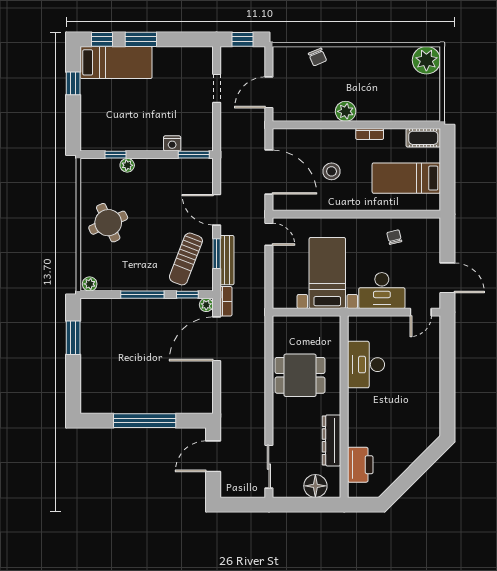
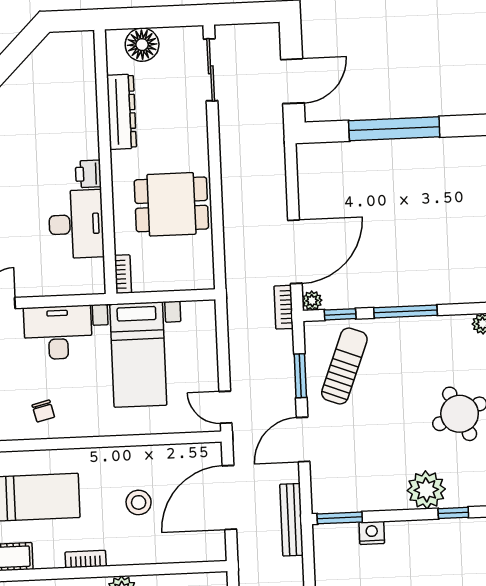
plant: (127, 165) -> (426, 490), width x1.87, depth x1.87
door: (269, 172) -> (229, 498), hinge flipped
door: (217, 210) -> (303, 440), swing flipped
bench: (227, 260) -> (291, 520), moved
bookcase: (335, 329) -> (123, 274), added
printer: (360, 465) -> (88, 174), moved, width x0.53, depth x0.68

